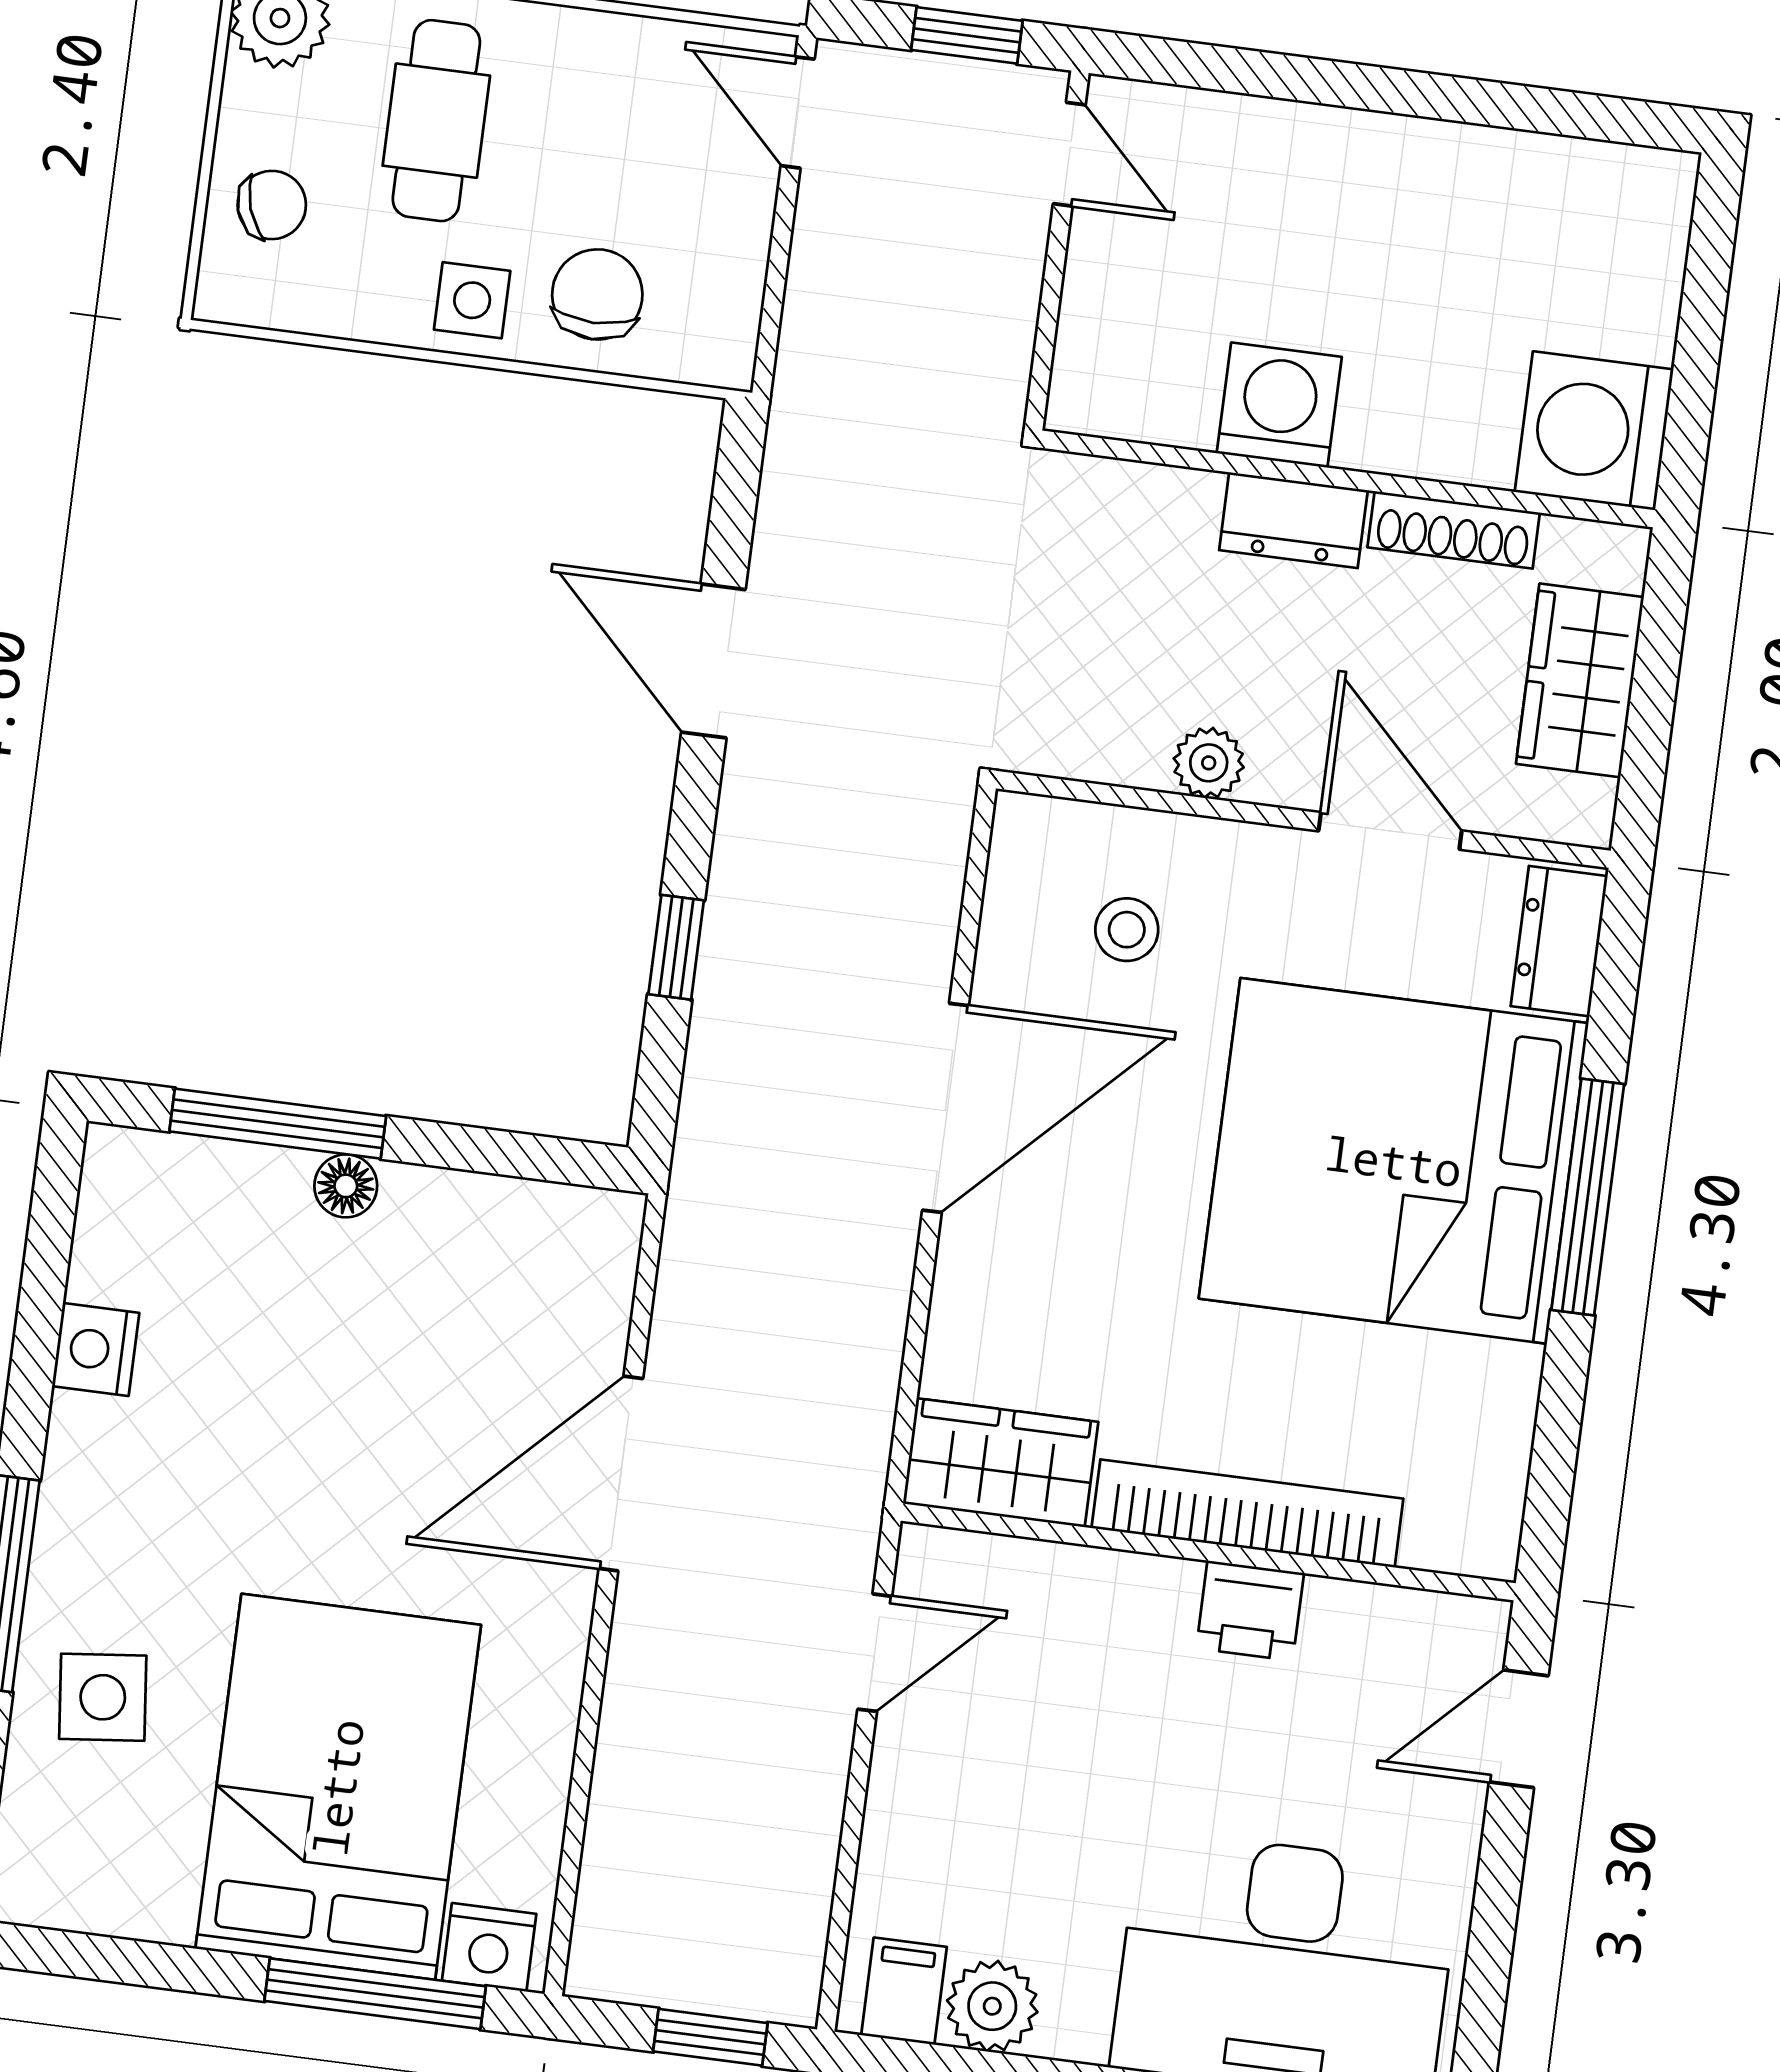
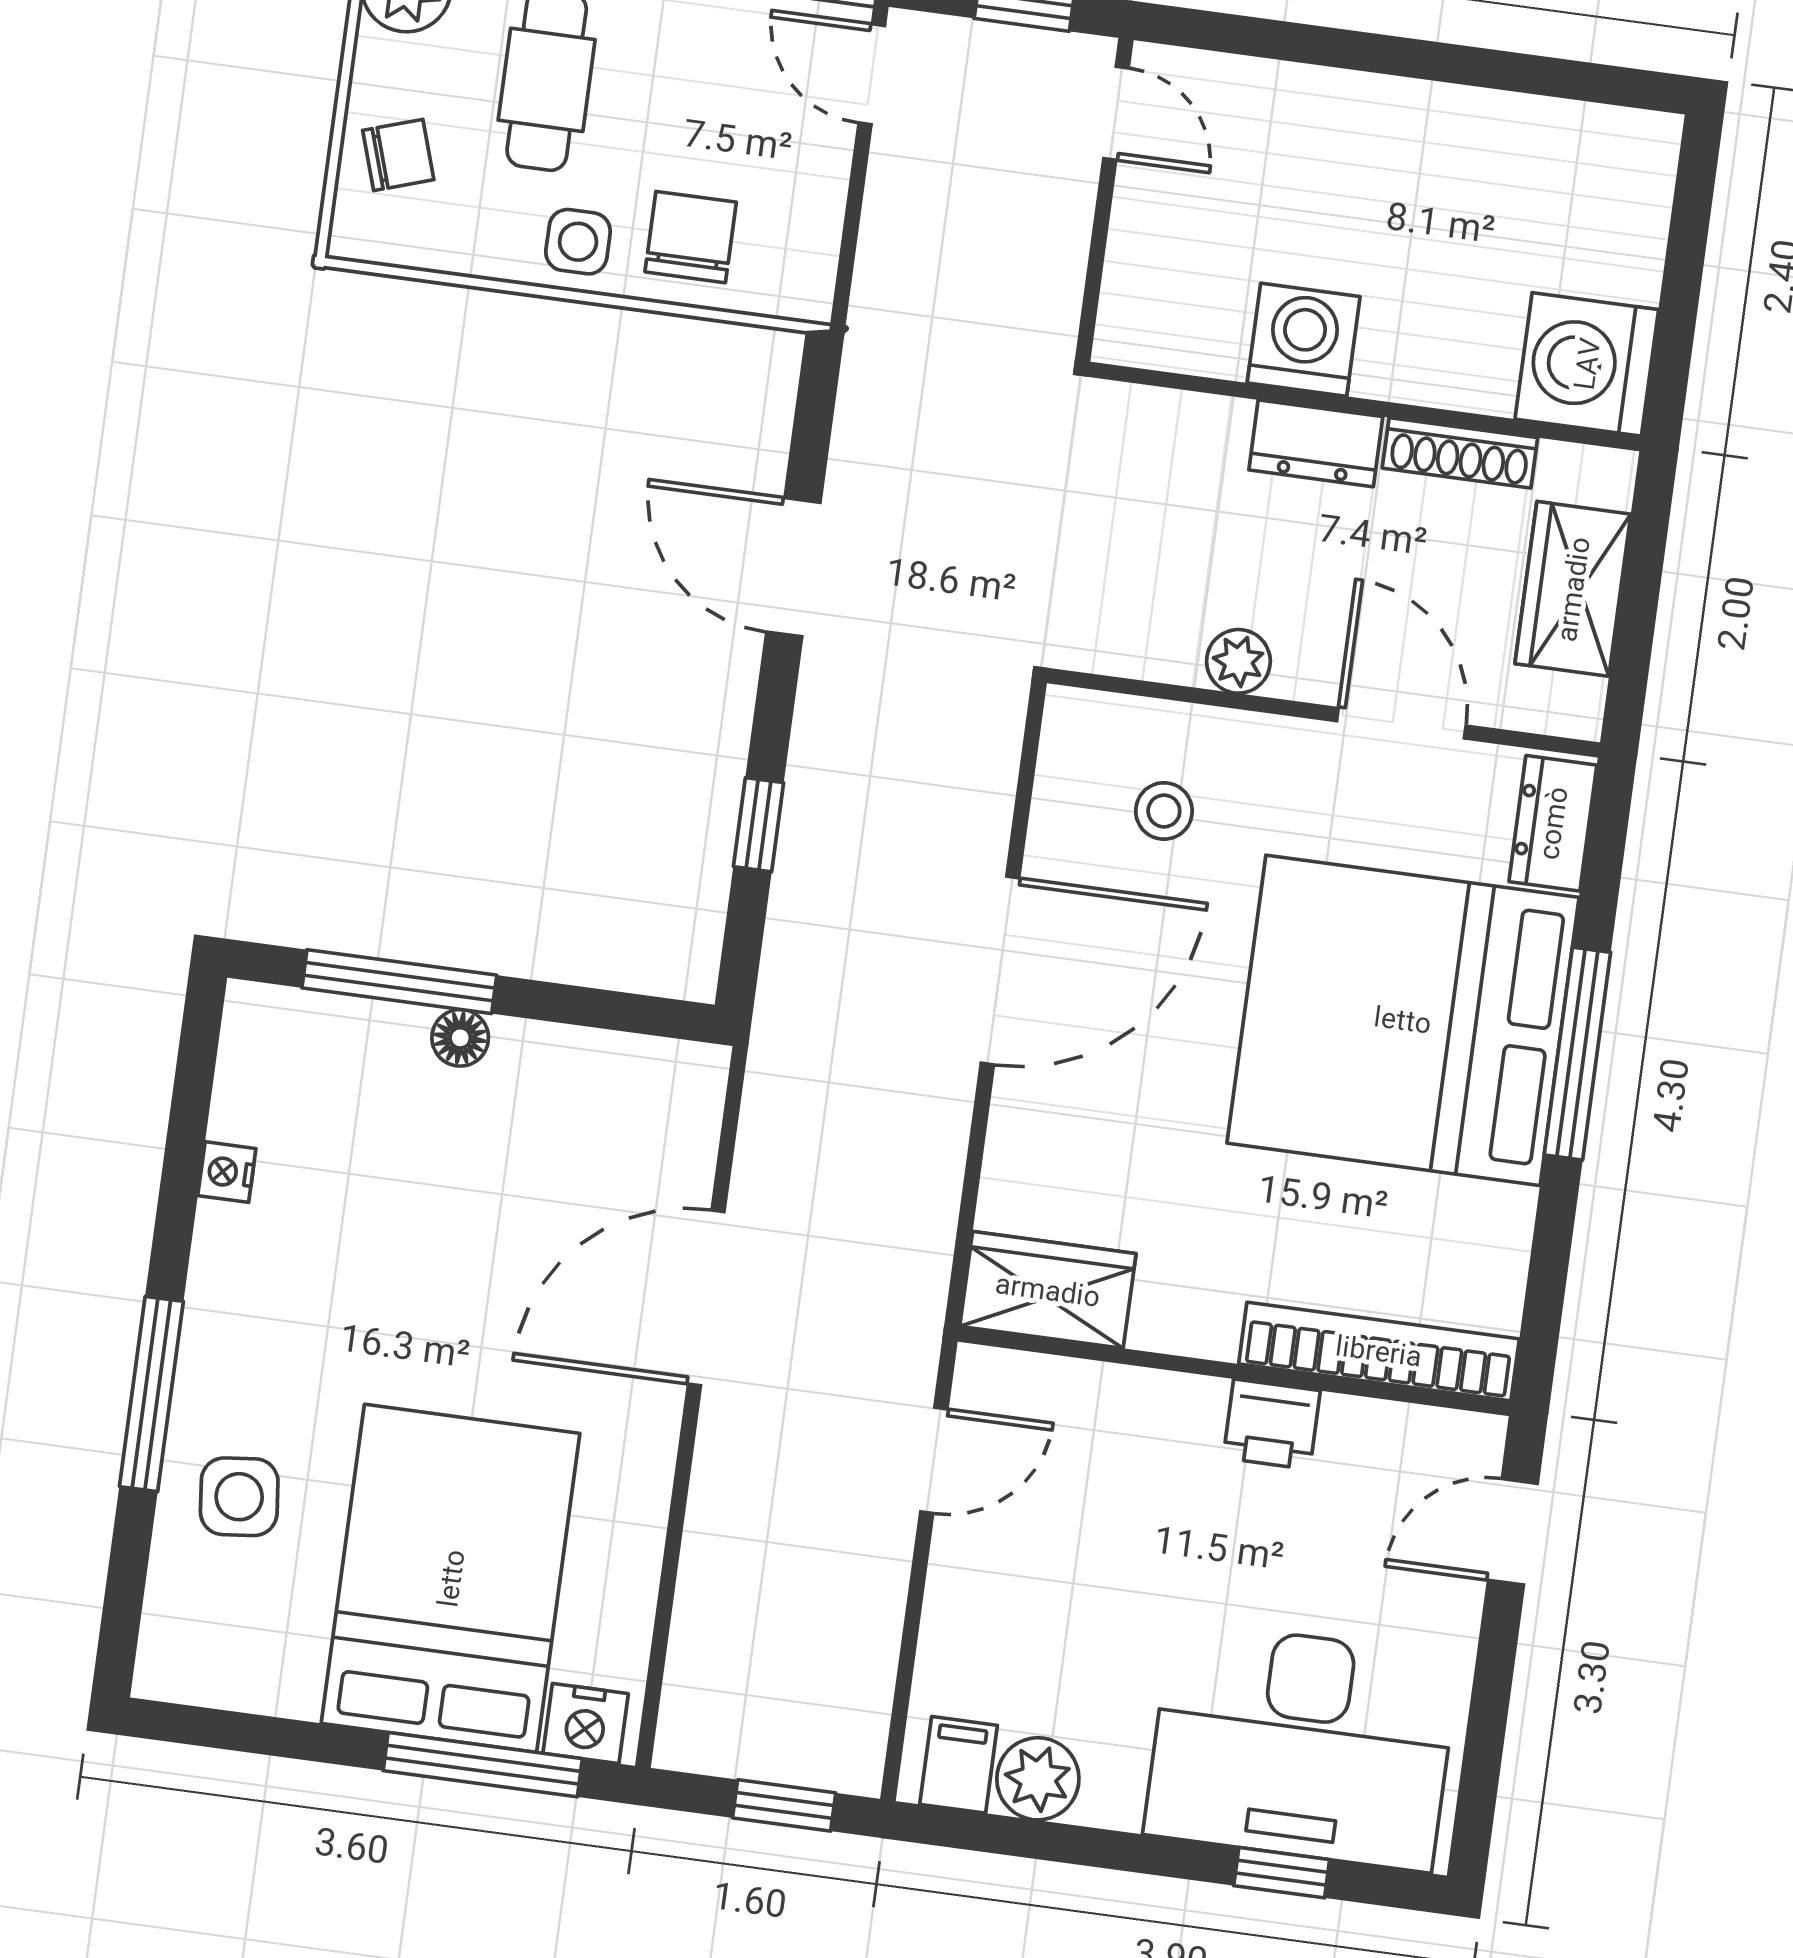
nightstand: (96, 1349) -> (227, 1172), width x0.72, depth x0.74
bookcase: (1247, 1513) -> (1379, 1351), moved

